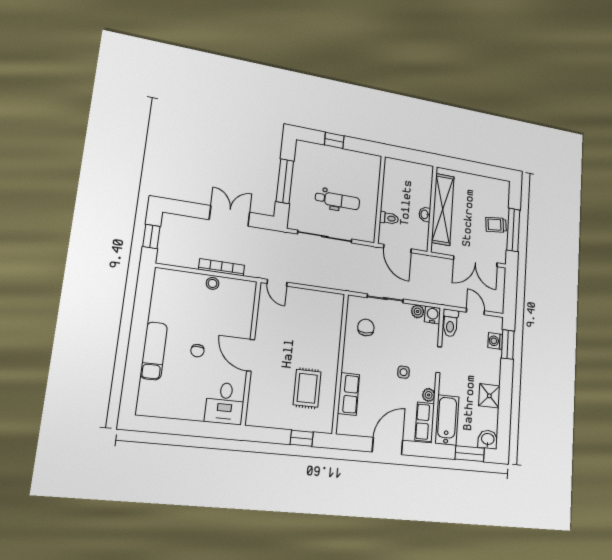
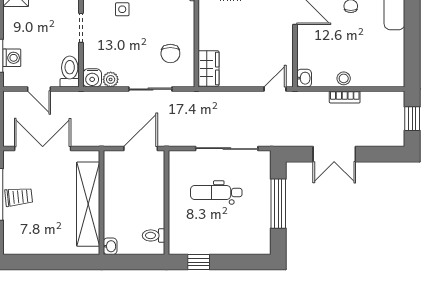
window: (334, 140) -> (199, 262), moved
washbasin: (425, 214) -> (110, 246), moved
toilet: (389, 218) -> (154, 235), moved
door: (397, 248) -> (141, 149), hinge flipped
bookcase: (222, 267) -> (345, 97), width x0.64
door: (277, 283) -> (275, 89), hinge flipped
washbasin: (249, 289) -> (304, 78), added
wardrobe: (334, 310) -> (209, 68), added

